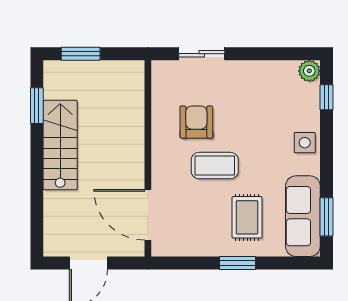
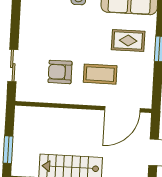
coffee table: (215, 166) -> (100, 74), moved, turned 90

